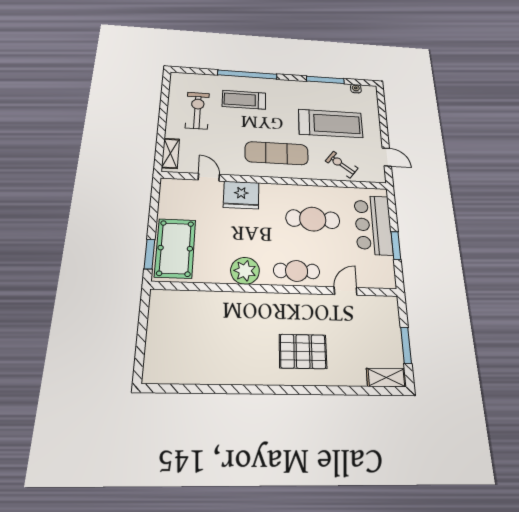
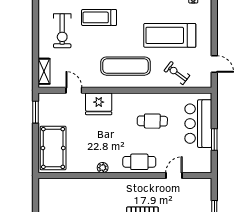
exercise bike: (197, 110) -> (62, 31), turned 180
treadmill: (331, 124) -> (170, 35), turned 180
cafe table: (313, 219) -> (152, 121), width x0.73, depth x0.74
window: (149, 254) -> (36, 112), moved
plant: (245, 271) -> (103, 168), width x0.53, depth x0.53

